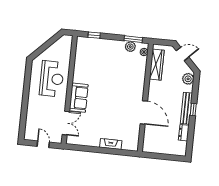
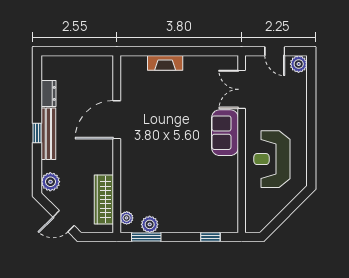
door: (144, 112) -> (117, 120), hinge flipped
plant: (29, 135) -> (299, 64), added

